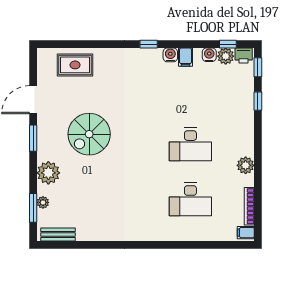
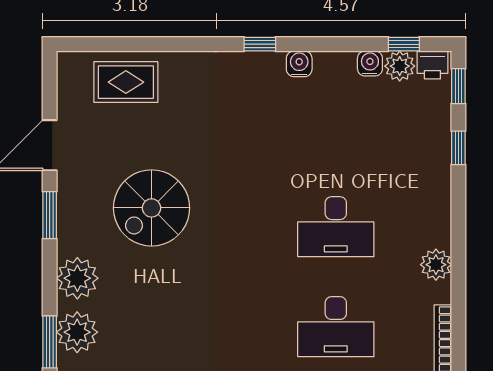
filing cabinet: (186, 57) -> (327, 68), removed
plant: (43, 202) -> (77, 332), width x1.87, depth x1.87

